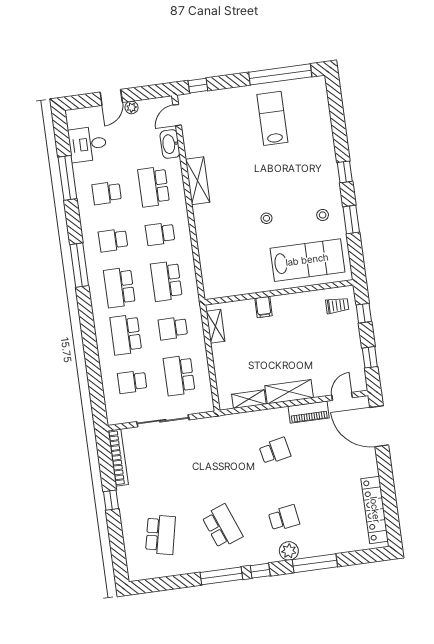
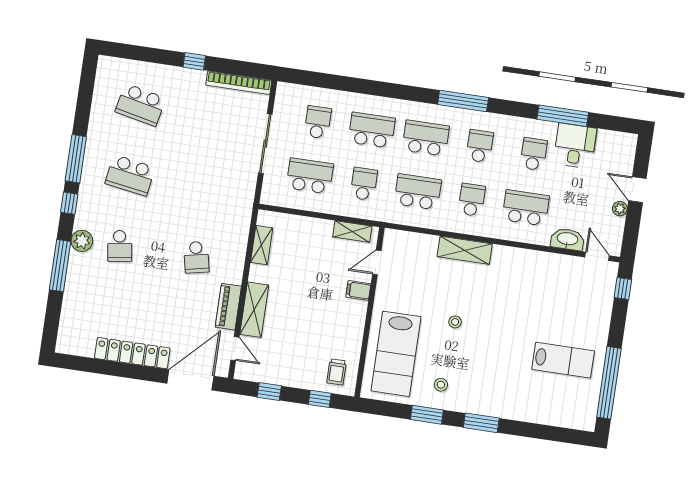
desk: (88, 144) -> (575, 146), moved
window: (345, 172) -> (481, 423), width x1.50
shelving: (198, 181) -> (465, 250), moved
door: (236, 298) -> (377, 262), added
shelving: (289, 392) -> (254, 310), moved
locker: (375, 510) -> (132, 353), moved
school desk: (222, 526) -> (130, 175), turned 30

